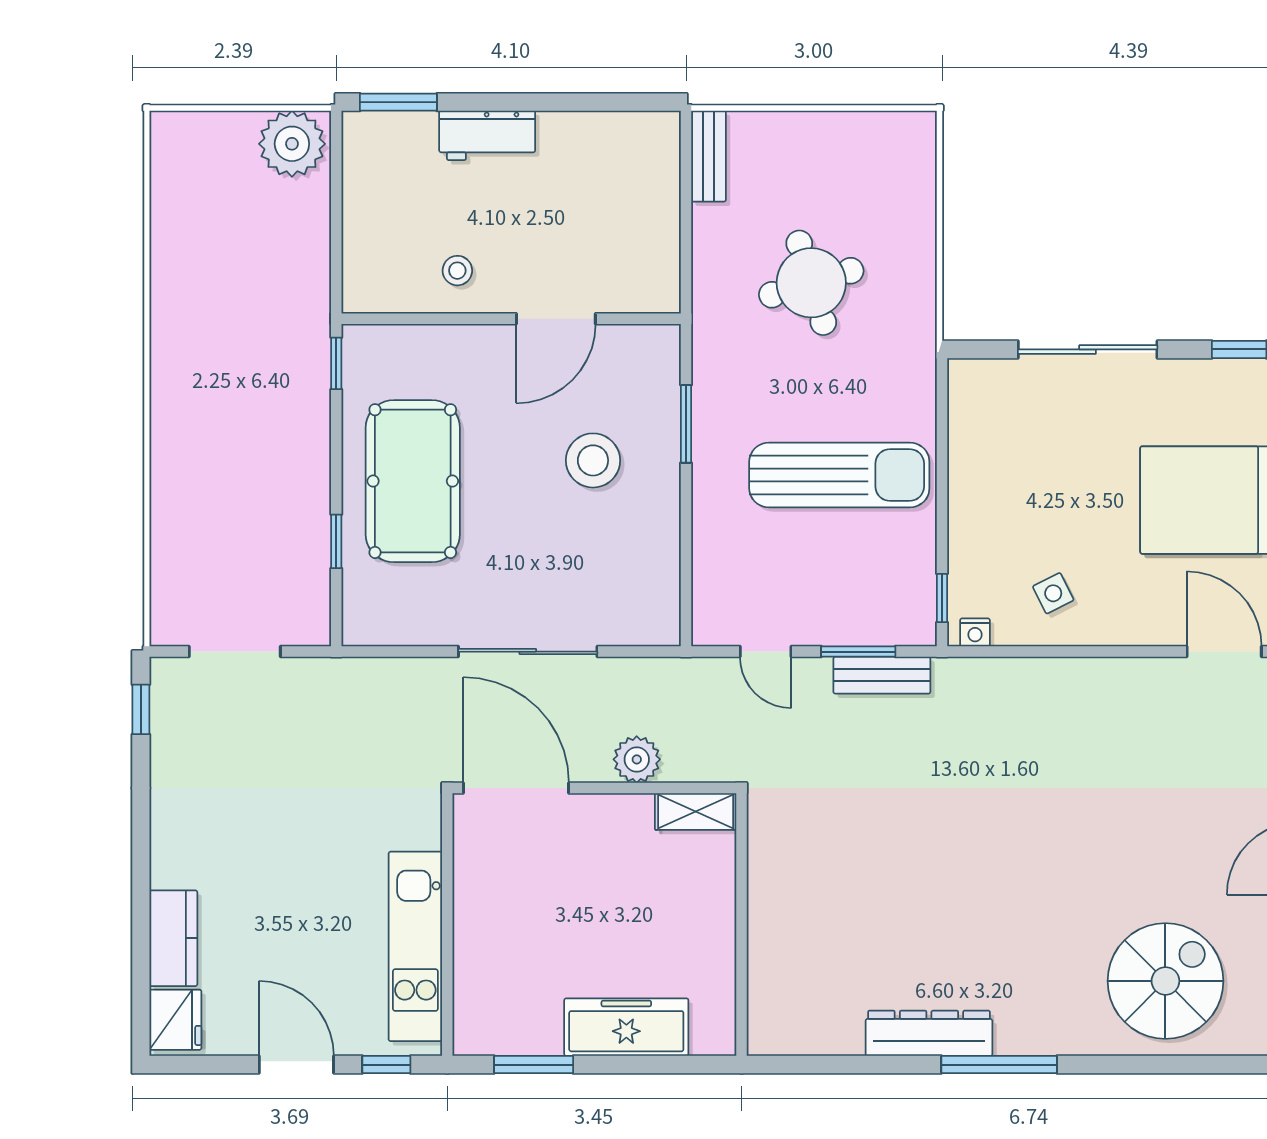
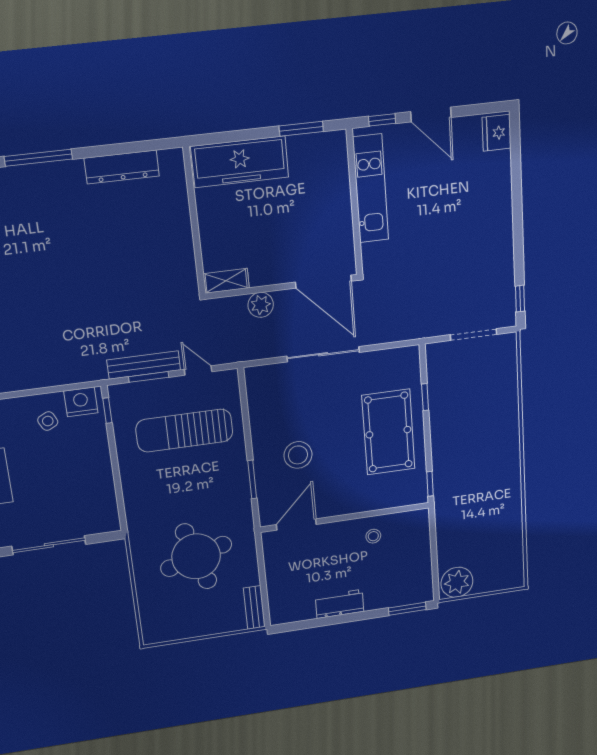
workbench: (487, 135) -> (340, 604), moved
round table: (811, 283) -> (196, 556), width x1.36, depth x1.36
door: (556, 319) -> (296, 524), moved
sun lounger: (839, 475) -> (184, 431), moved
nightstand: (975, 632) -> (81, 402), width x1.89, depth x1.79
bench: (882, 675) -> (144, 365), width x1.36
kitchen counter: (173, 938) -> (499, 178), removed
freezer: (626, 1027) -> (240, 162), width x1.36, depth x1.26
dresser: (929, 1033) -> (122, 167), moved

